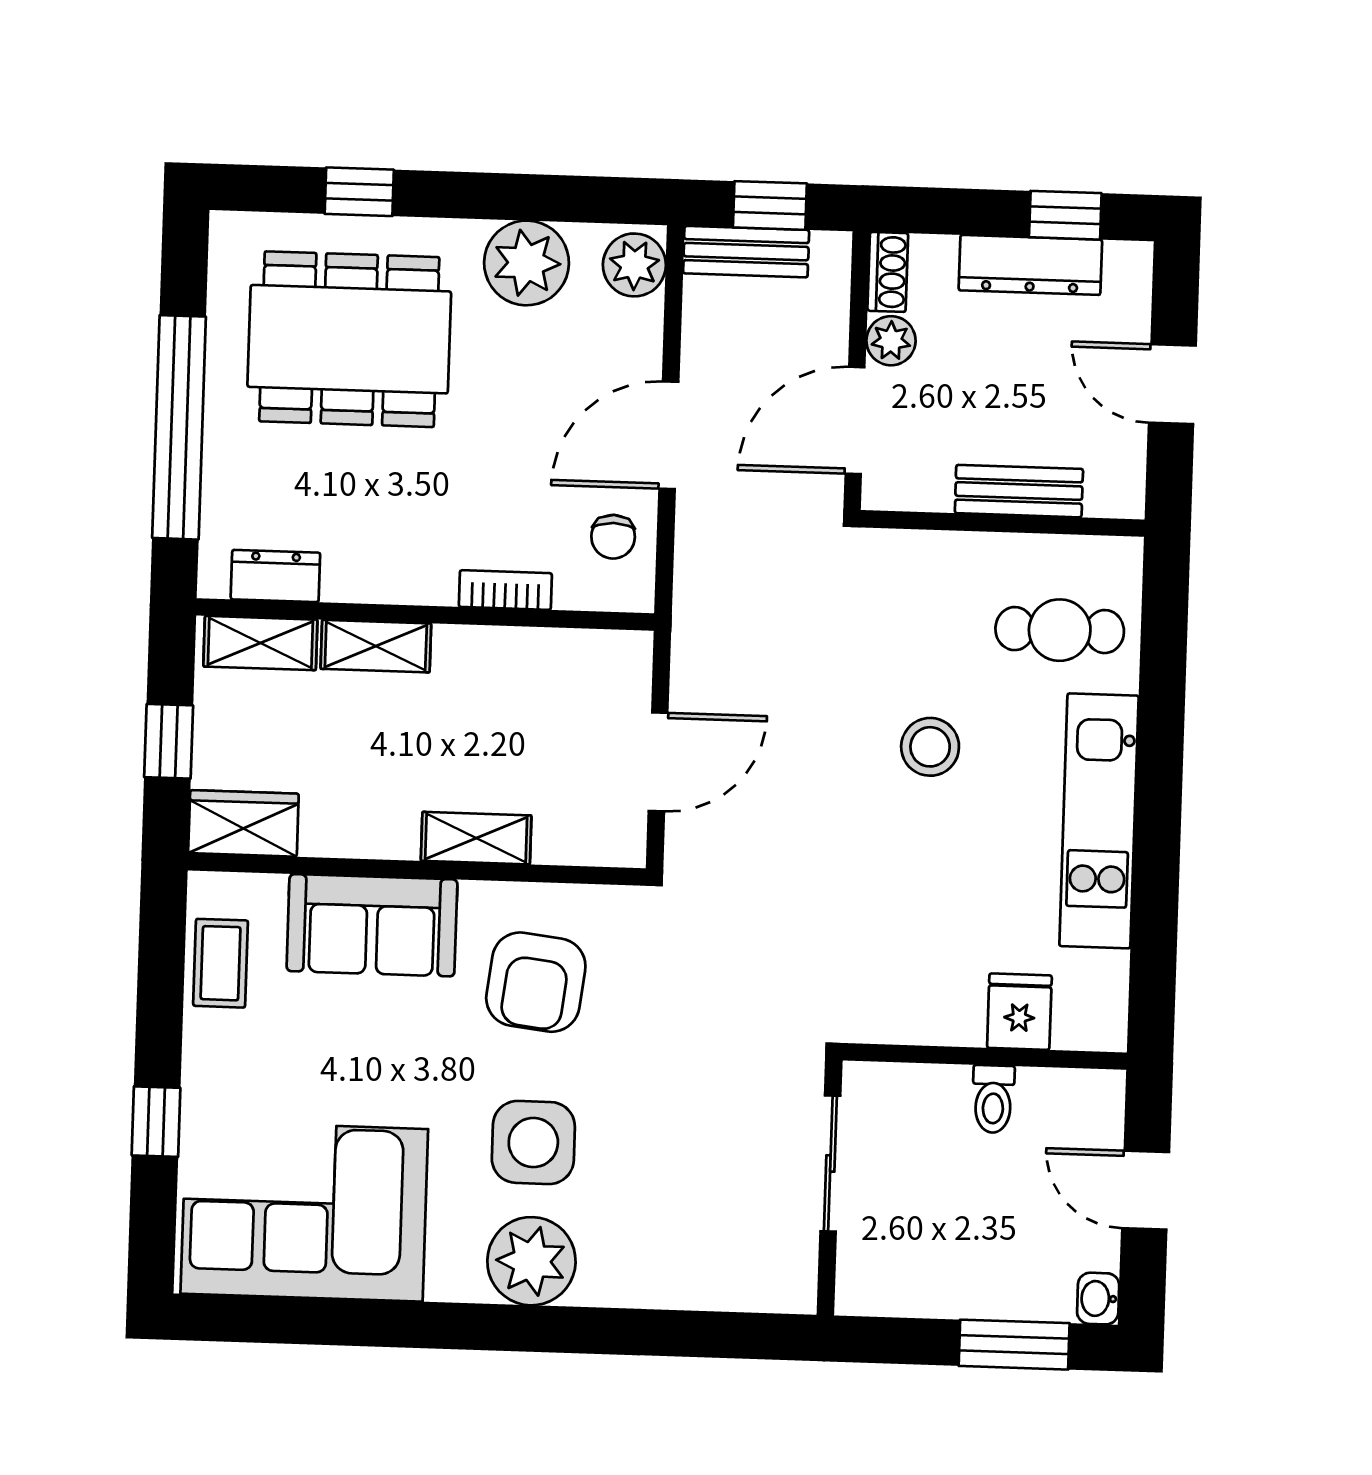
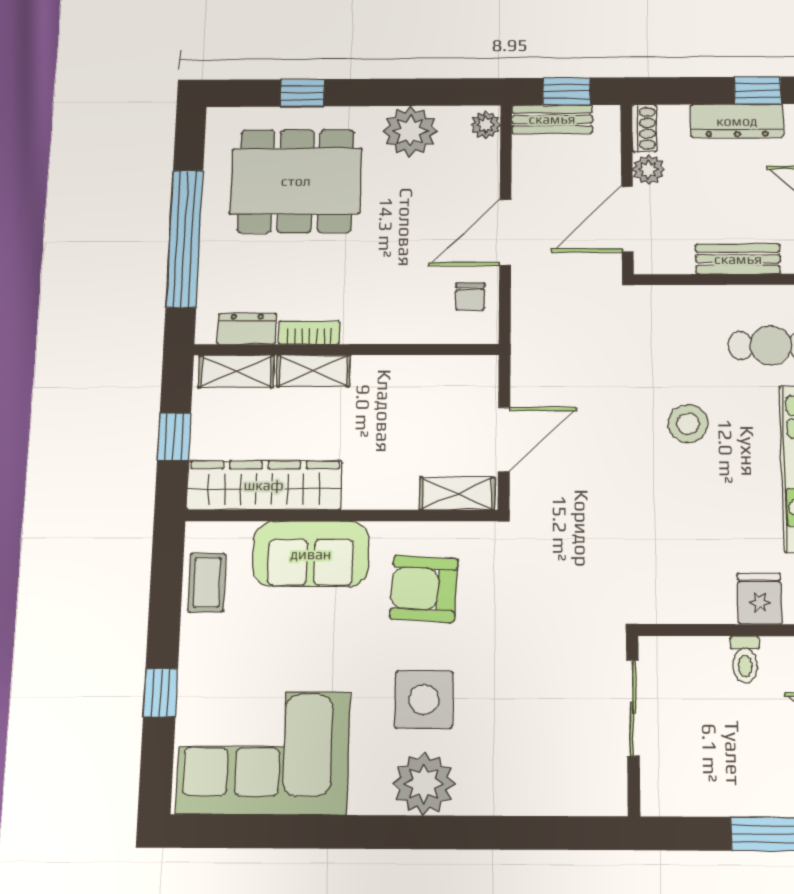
plant: (634, 265) -> (486, 125), width x0.73, depth x0.73
bookcase: (505, 590) -> (309, 333), moved
wardrobe: (243, 823) -> (264, 485), width x2.10, depth x1.17
shelving: (476, 838) -> (457, 494), moved
armchair: (536, 982) -> (424, 589), turned 86

